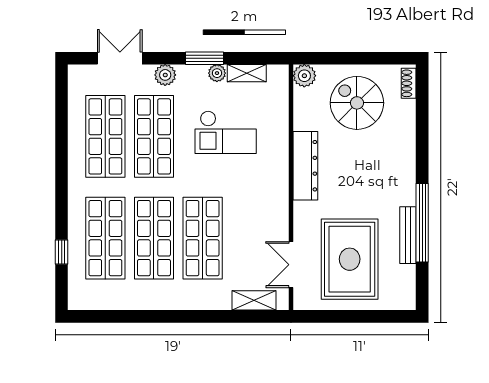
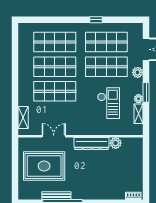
plant: (304, 76) -> (116, 143), moved
spiral stairs: (357, 103) -> (123, 170), removed
checkout: (226, 132) -> (108, 103), turned 180
window: (62, 252) -> (96, 20), moved
double door: (291, 265) -> (54, 136), moved

